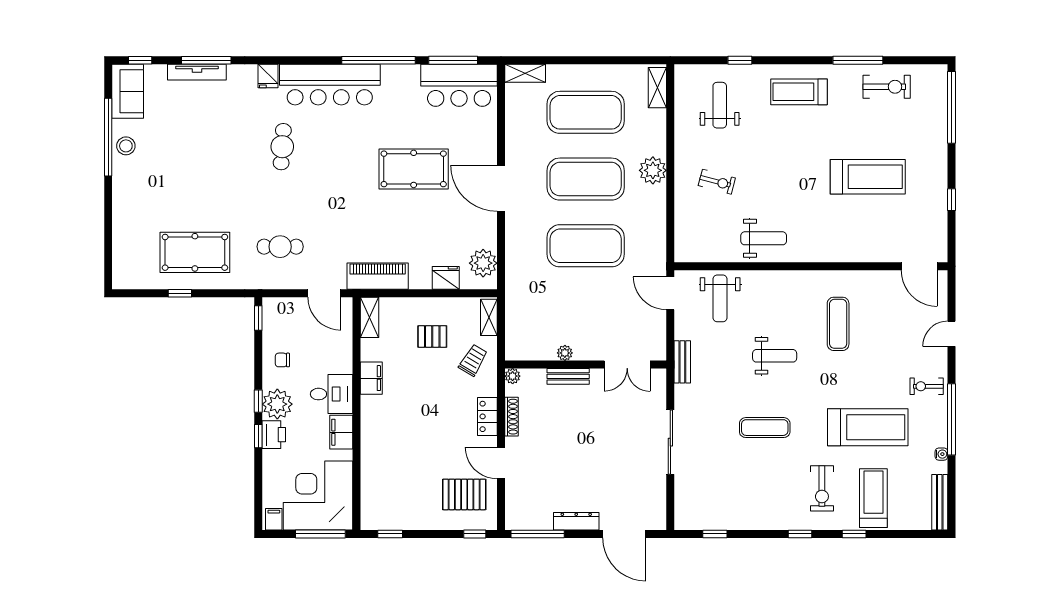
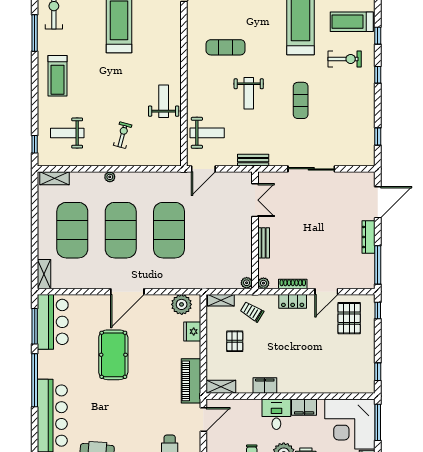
window: (740, 60) -> (35, 144), moved
plant: (653, 170) -> (110, 177), width x0.53, depth x0.53
plant: (565, 353) -> (247, 283), moved
weight bench: (775, 356) -> (249, 93), turned 180

